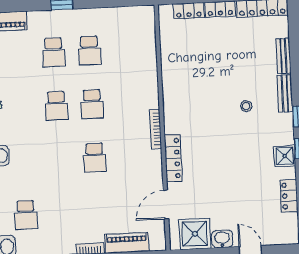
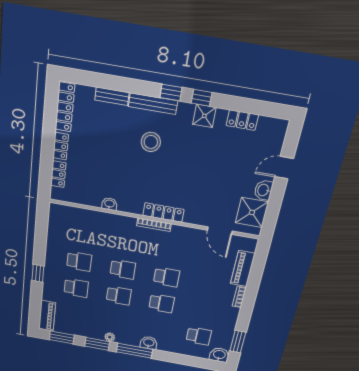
washbasin: (168, 74) -> (109, 204), added
bench: (285, 93) -> (153, 104), width x1.36
stool: (246, 106) -> (151, 142), width x1.89, depth x1.89
locker: (173, 158) -> (163, 213), moved
school desk: (59, 160) -> (162, 303), added

